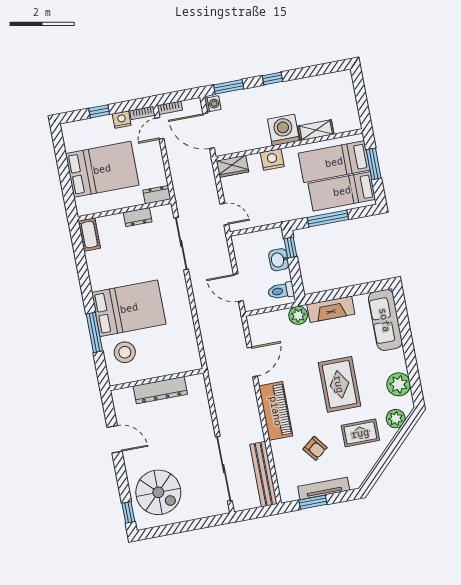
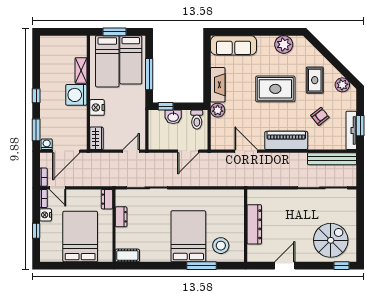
plant: (396, 419) -> (342, 85), moved
tv unit: (324, 488) -> (351, 130), moved

